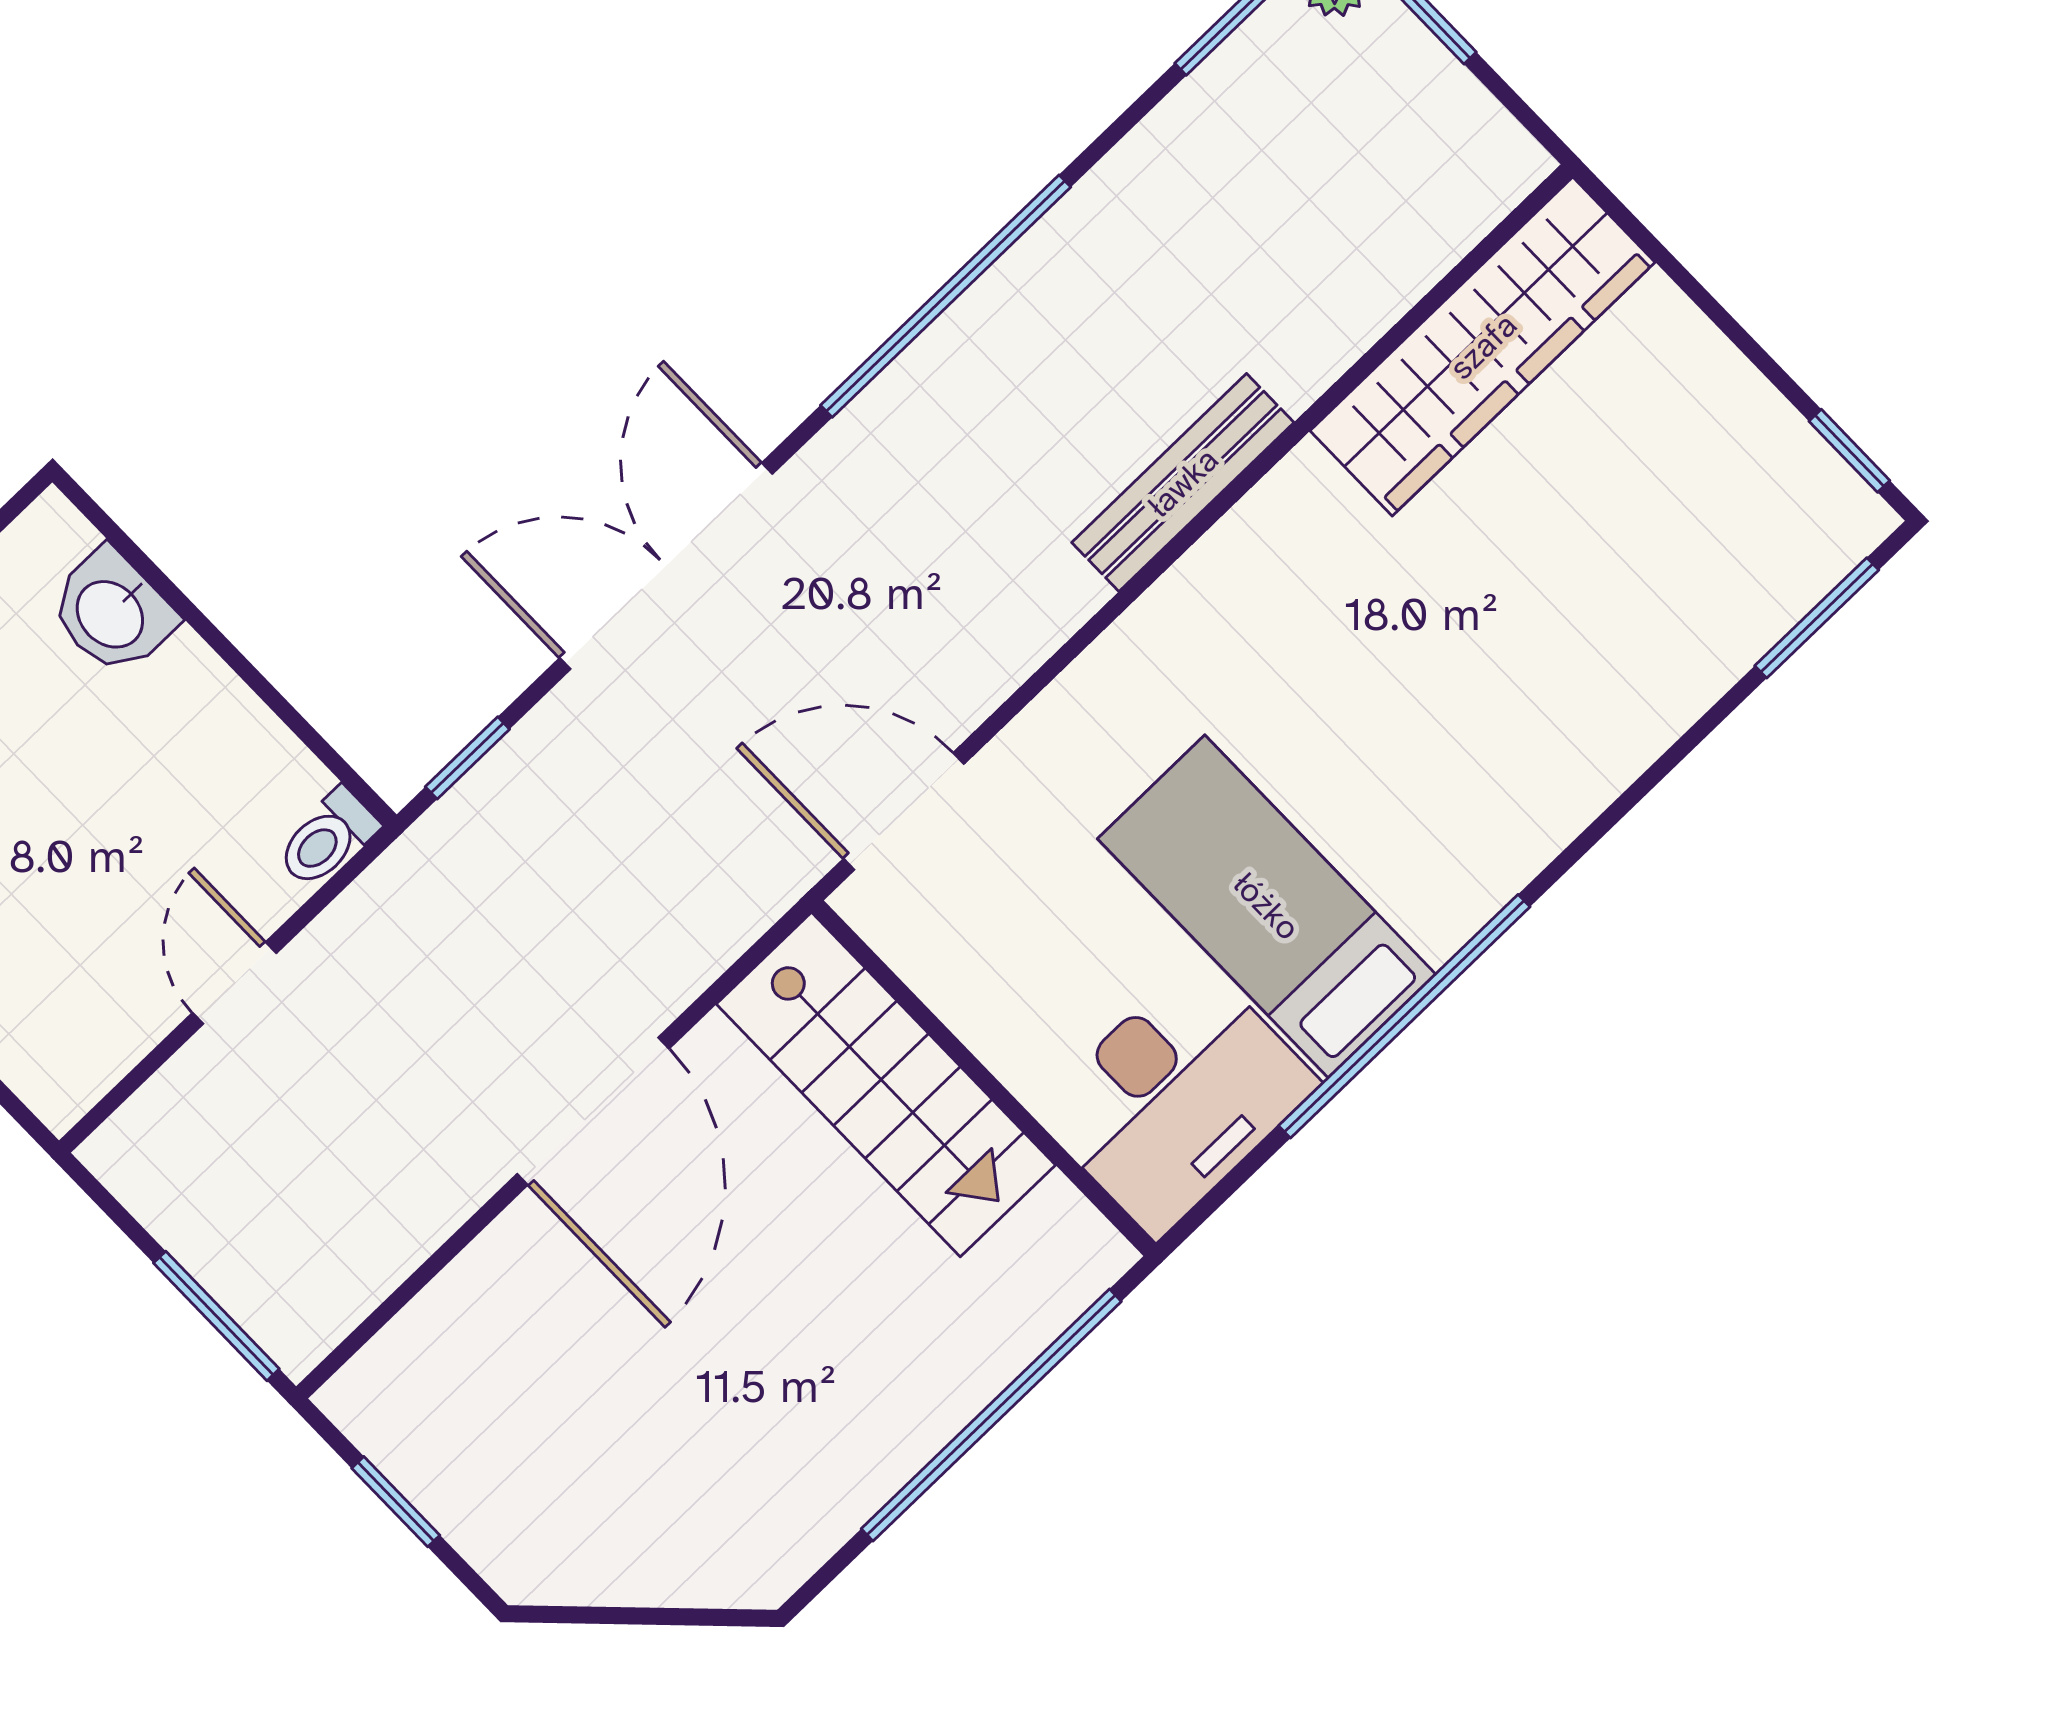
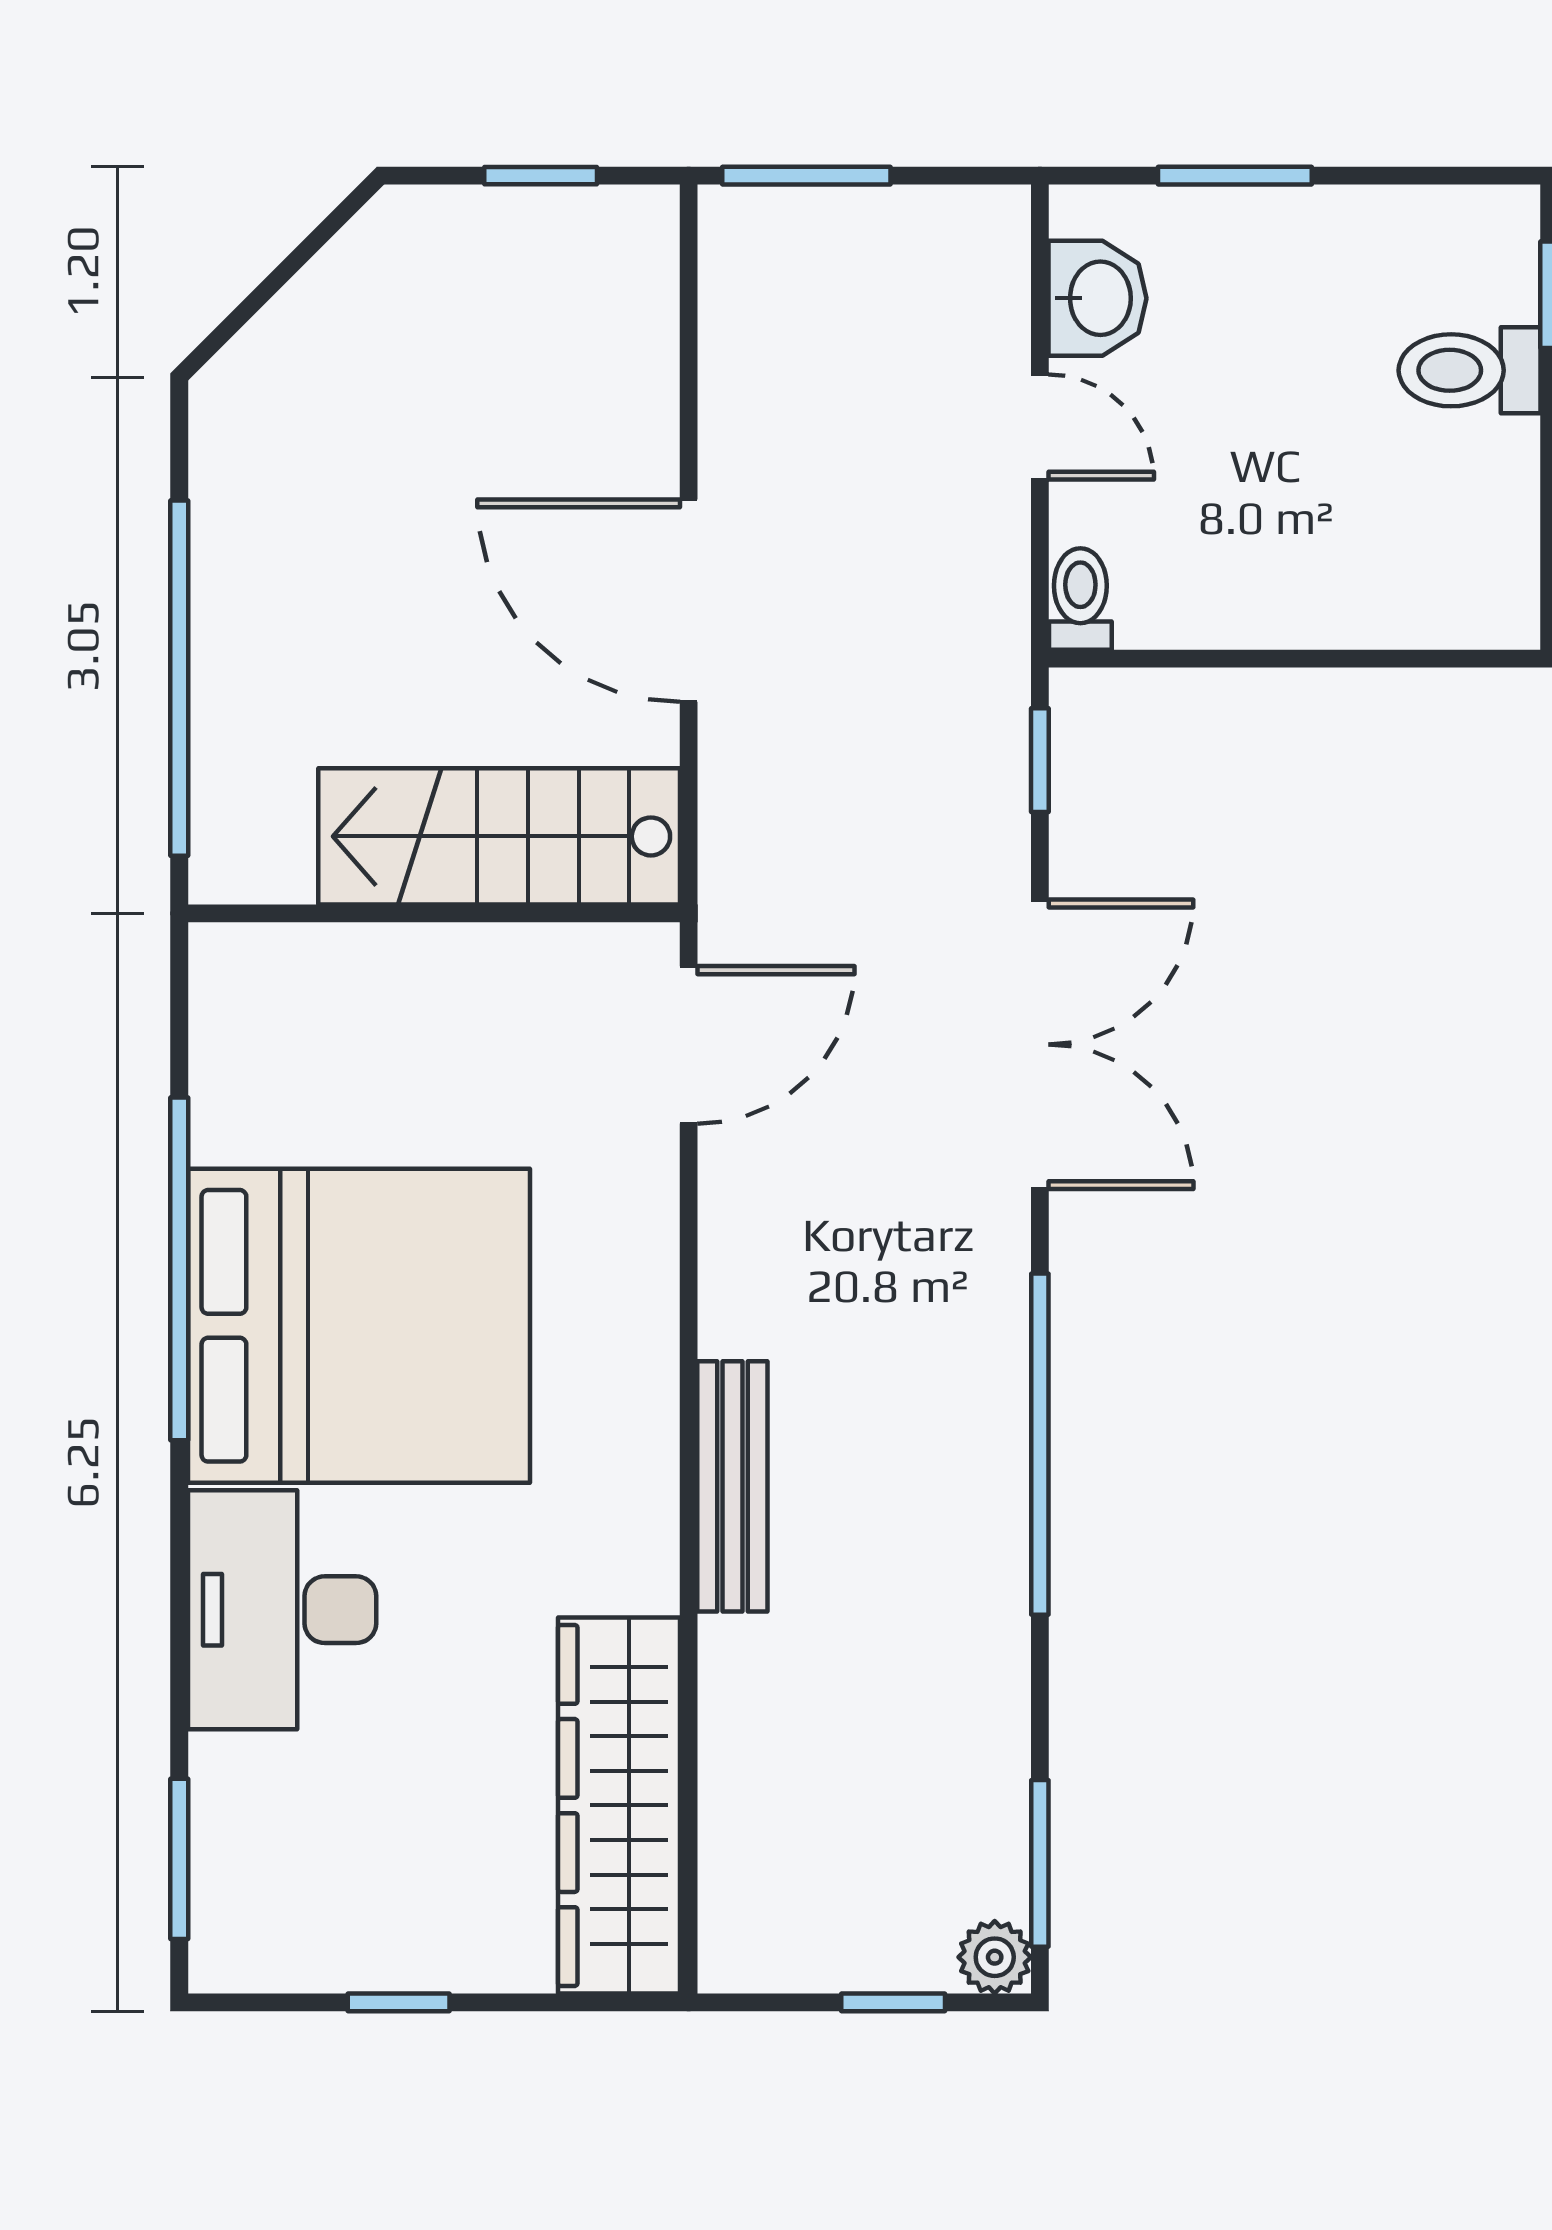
window: (1849, 451) -> (399, 2002), moved
washbasin: (112, 612) -> (1097, 298), moved, turned 90
bed: (1267, 906) -> (359, 1326), width x2.04
desk: (1176, 1098) -> (282, 1610), moved

